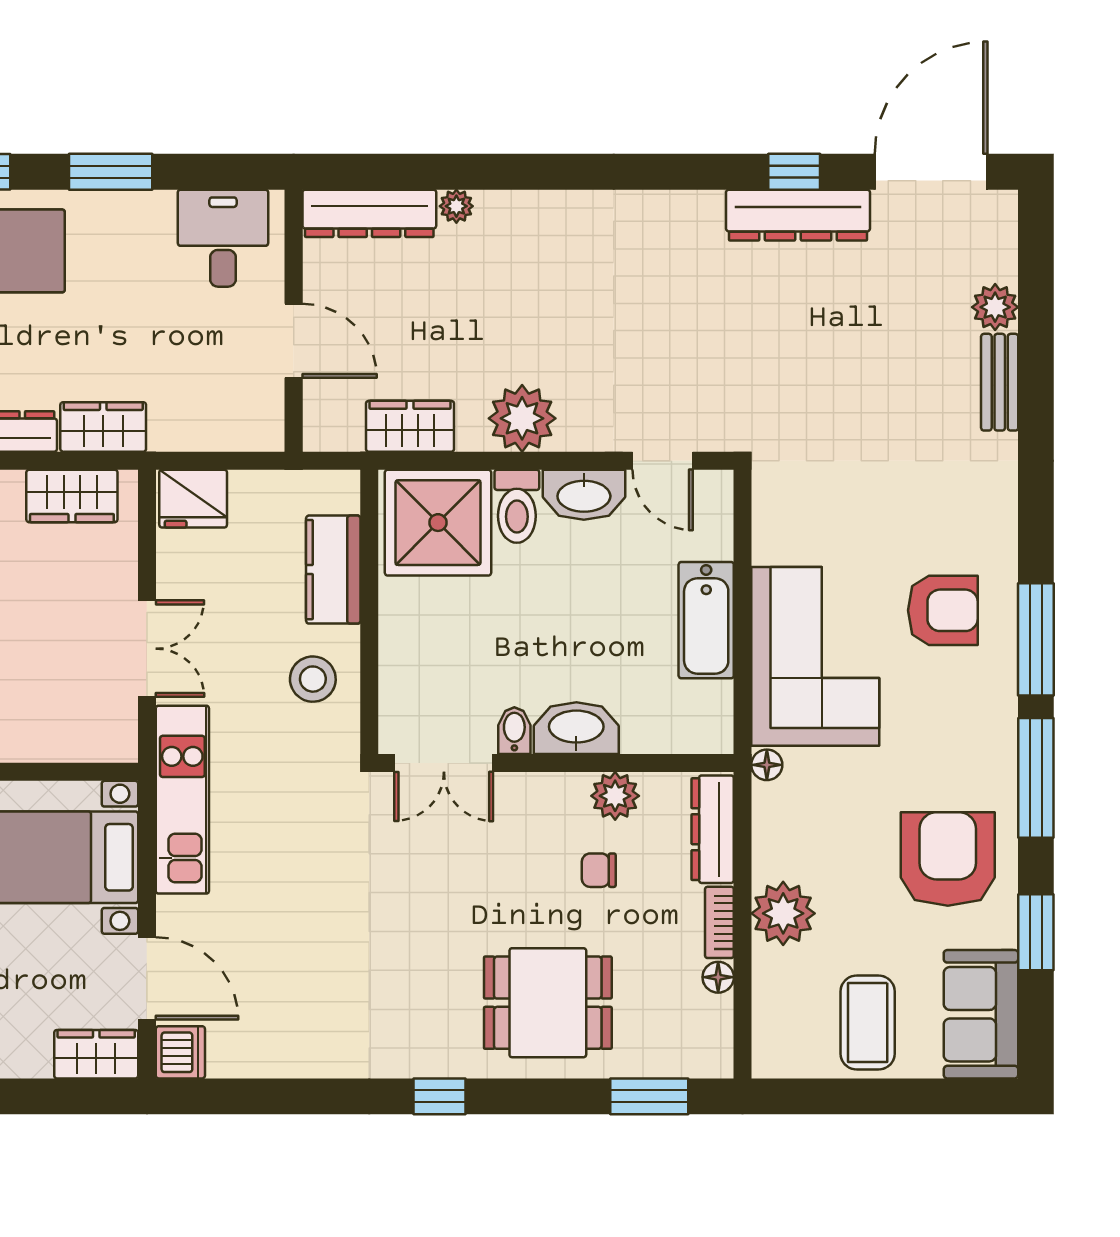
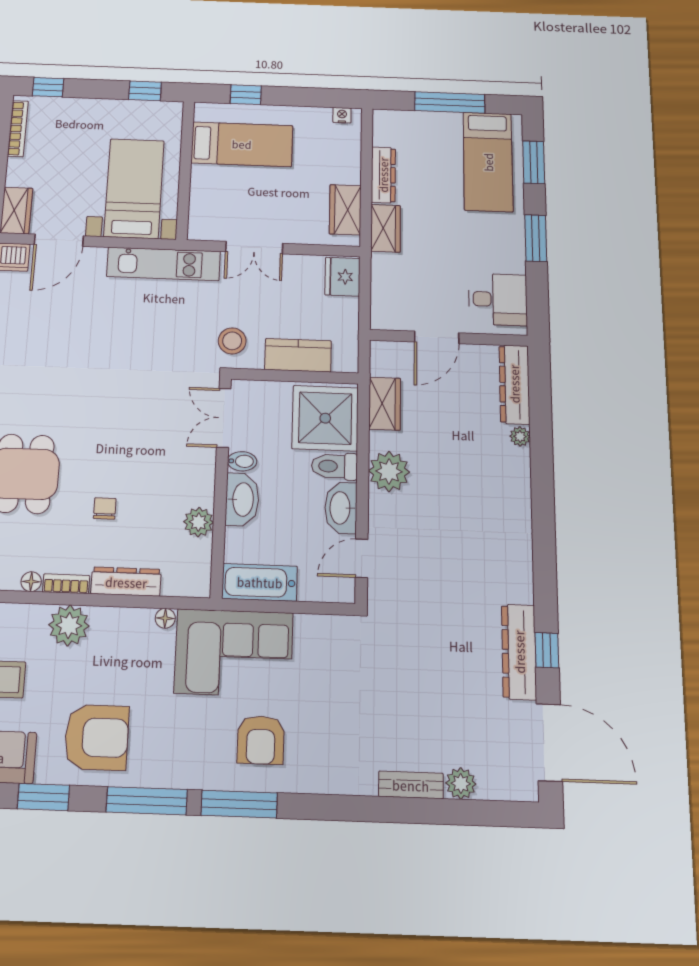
washbasin: (576, 728) -> (242, 499), moved
bidet: (514, 731) -> (242, 461), moved
double door: (444, 763) -> (224, 418), moved
wall: (556, 763) -> (221, 486), moved
plant: (615, 796) -> (199, 522), moved

